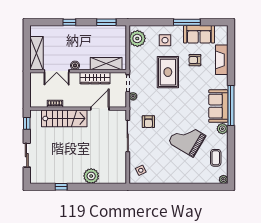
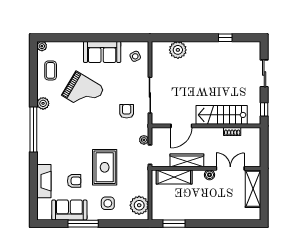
window: (69, 22) -> (216, 224), removed
sofa: (218, 106) -> (102, 52), moved, turned 90
plant: (91, 176) -> (178, 50), moved

